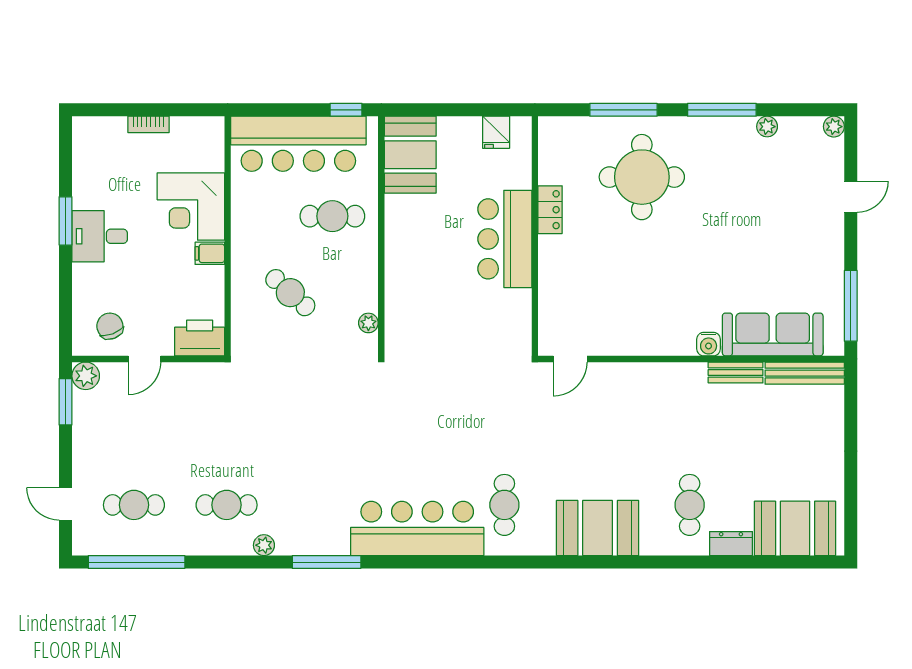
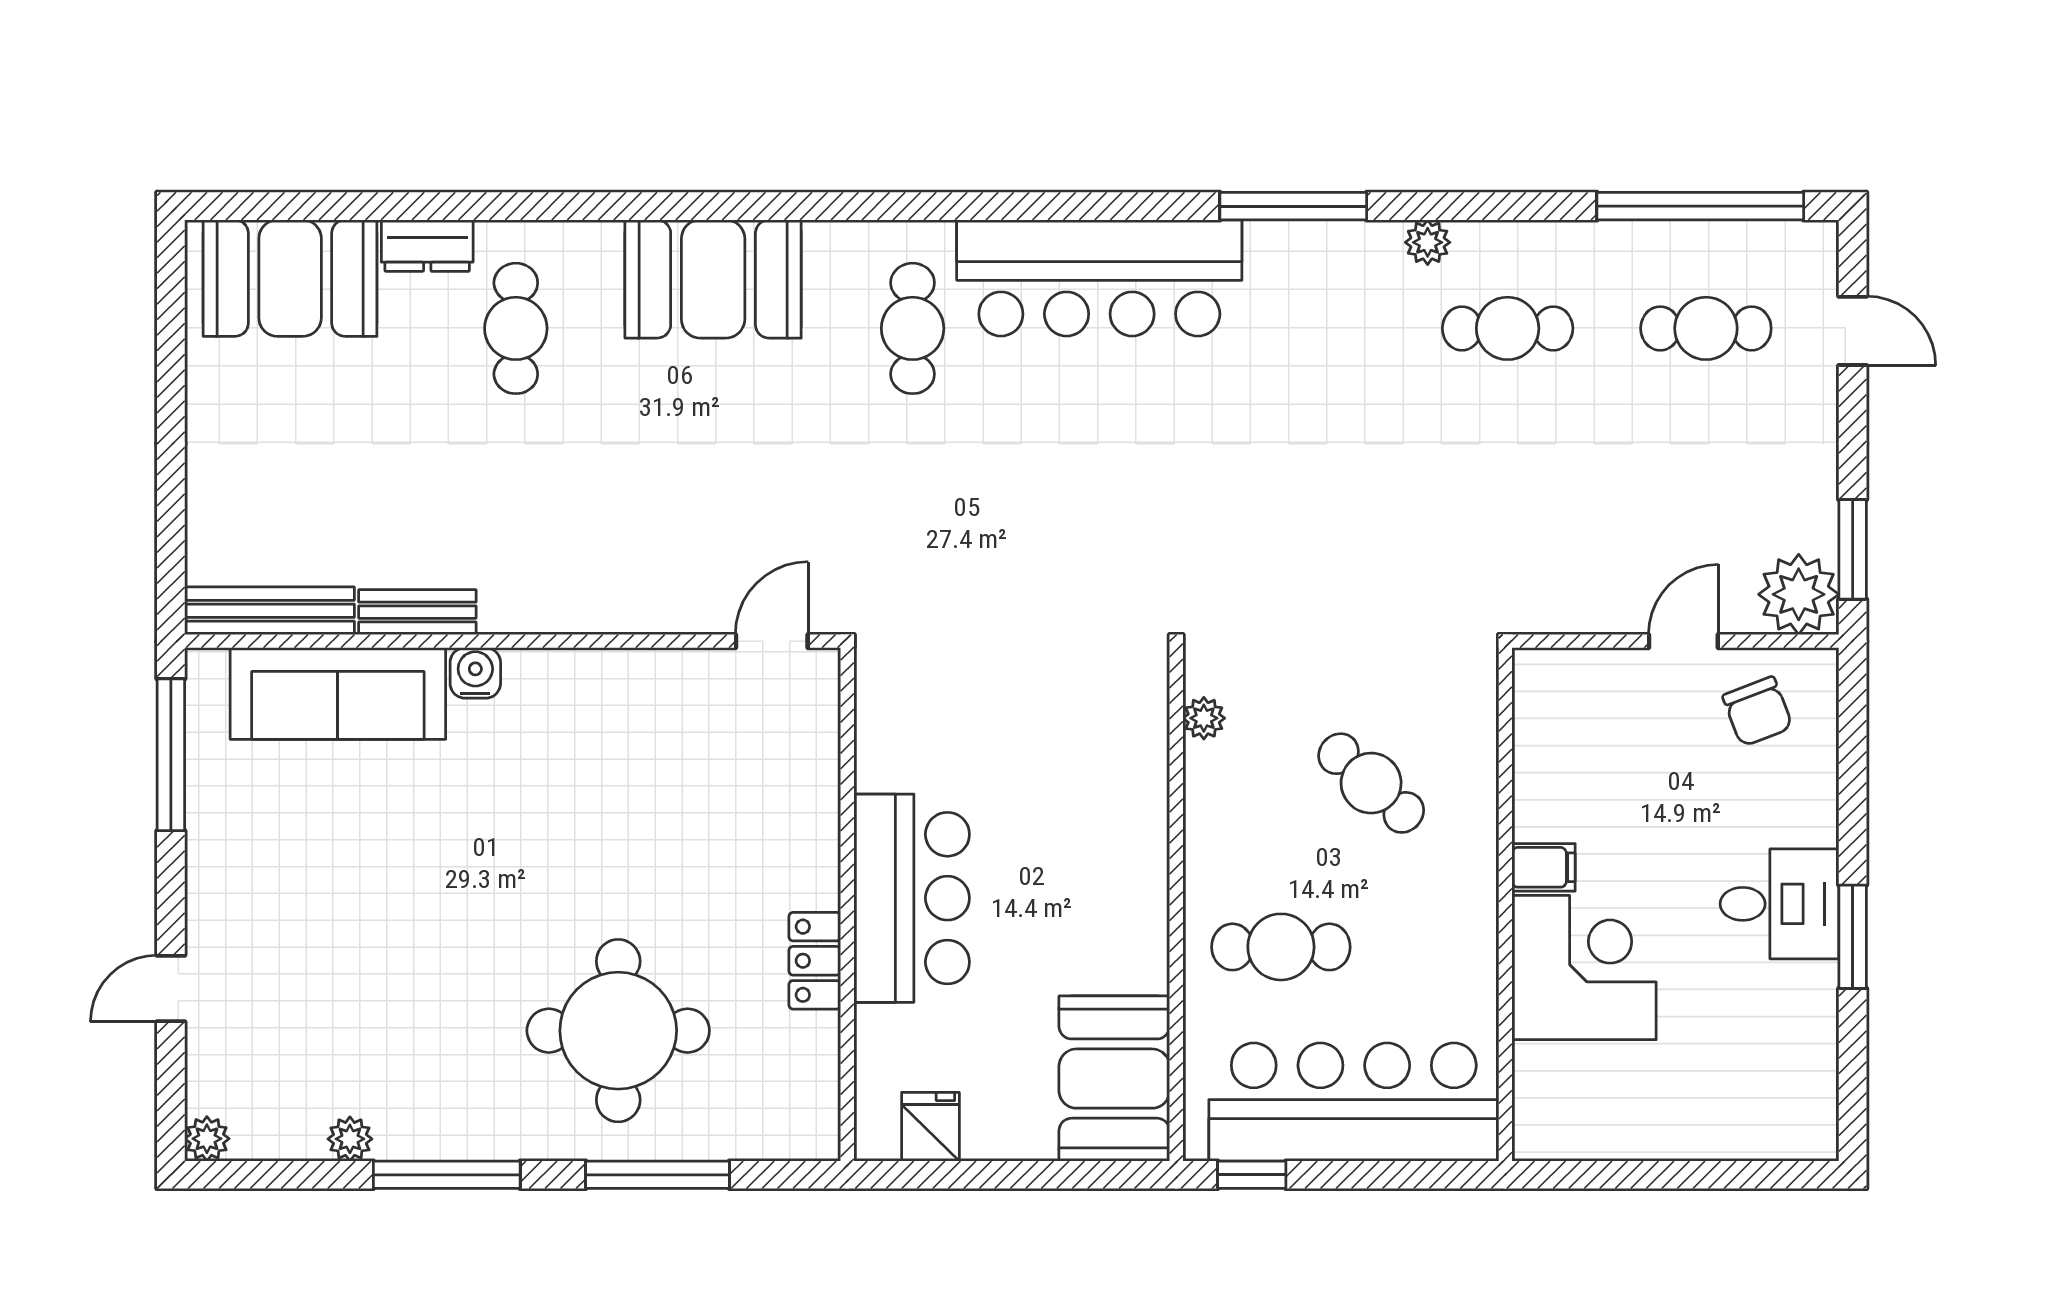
bookcase: (148, 124) -> (1675, 1143), removed
printer: (200, 338) -> (1565, 686), removed
plant: (86, 376) -> (1799, 594), width x1.36, depth x1.36

